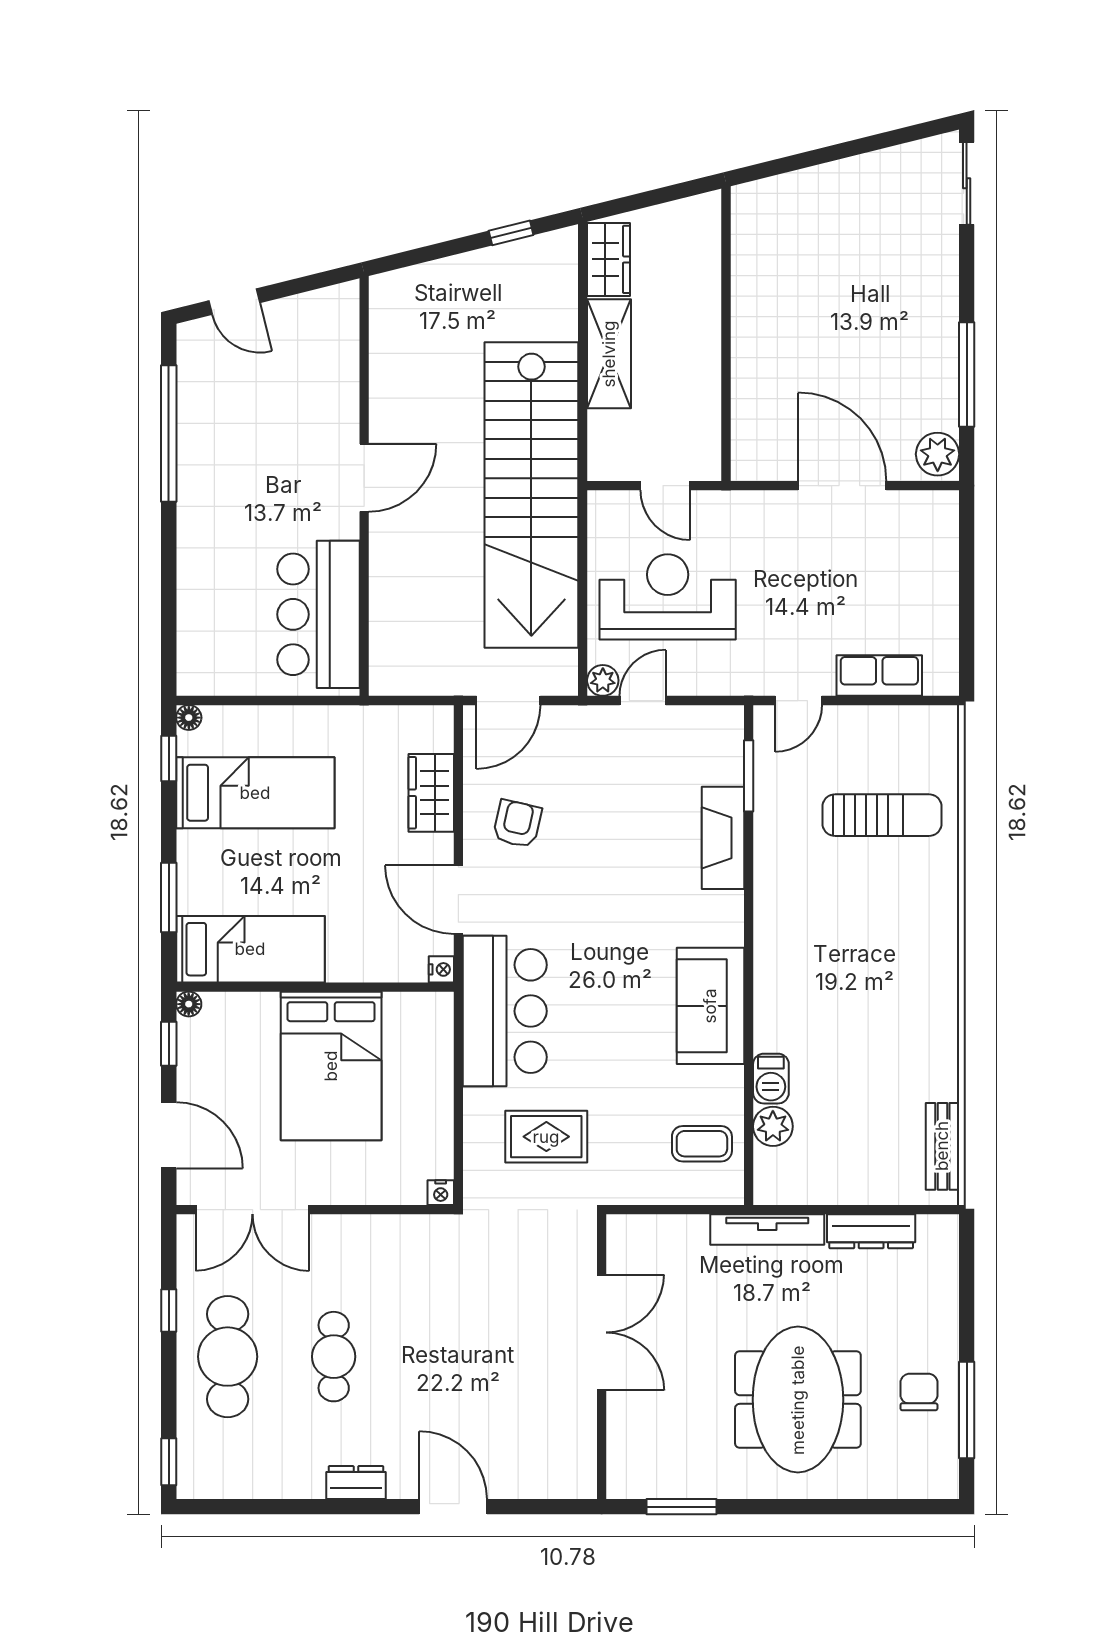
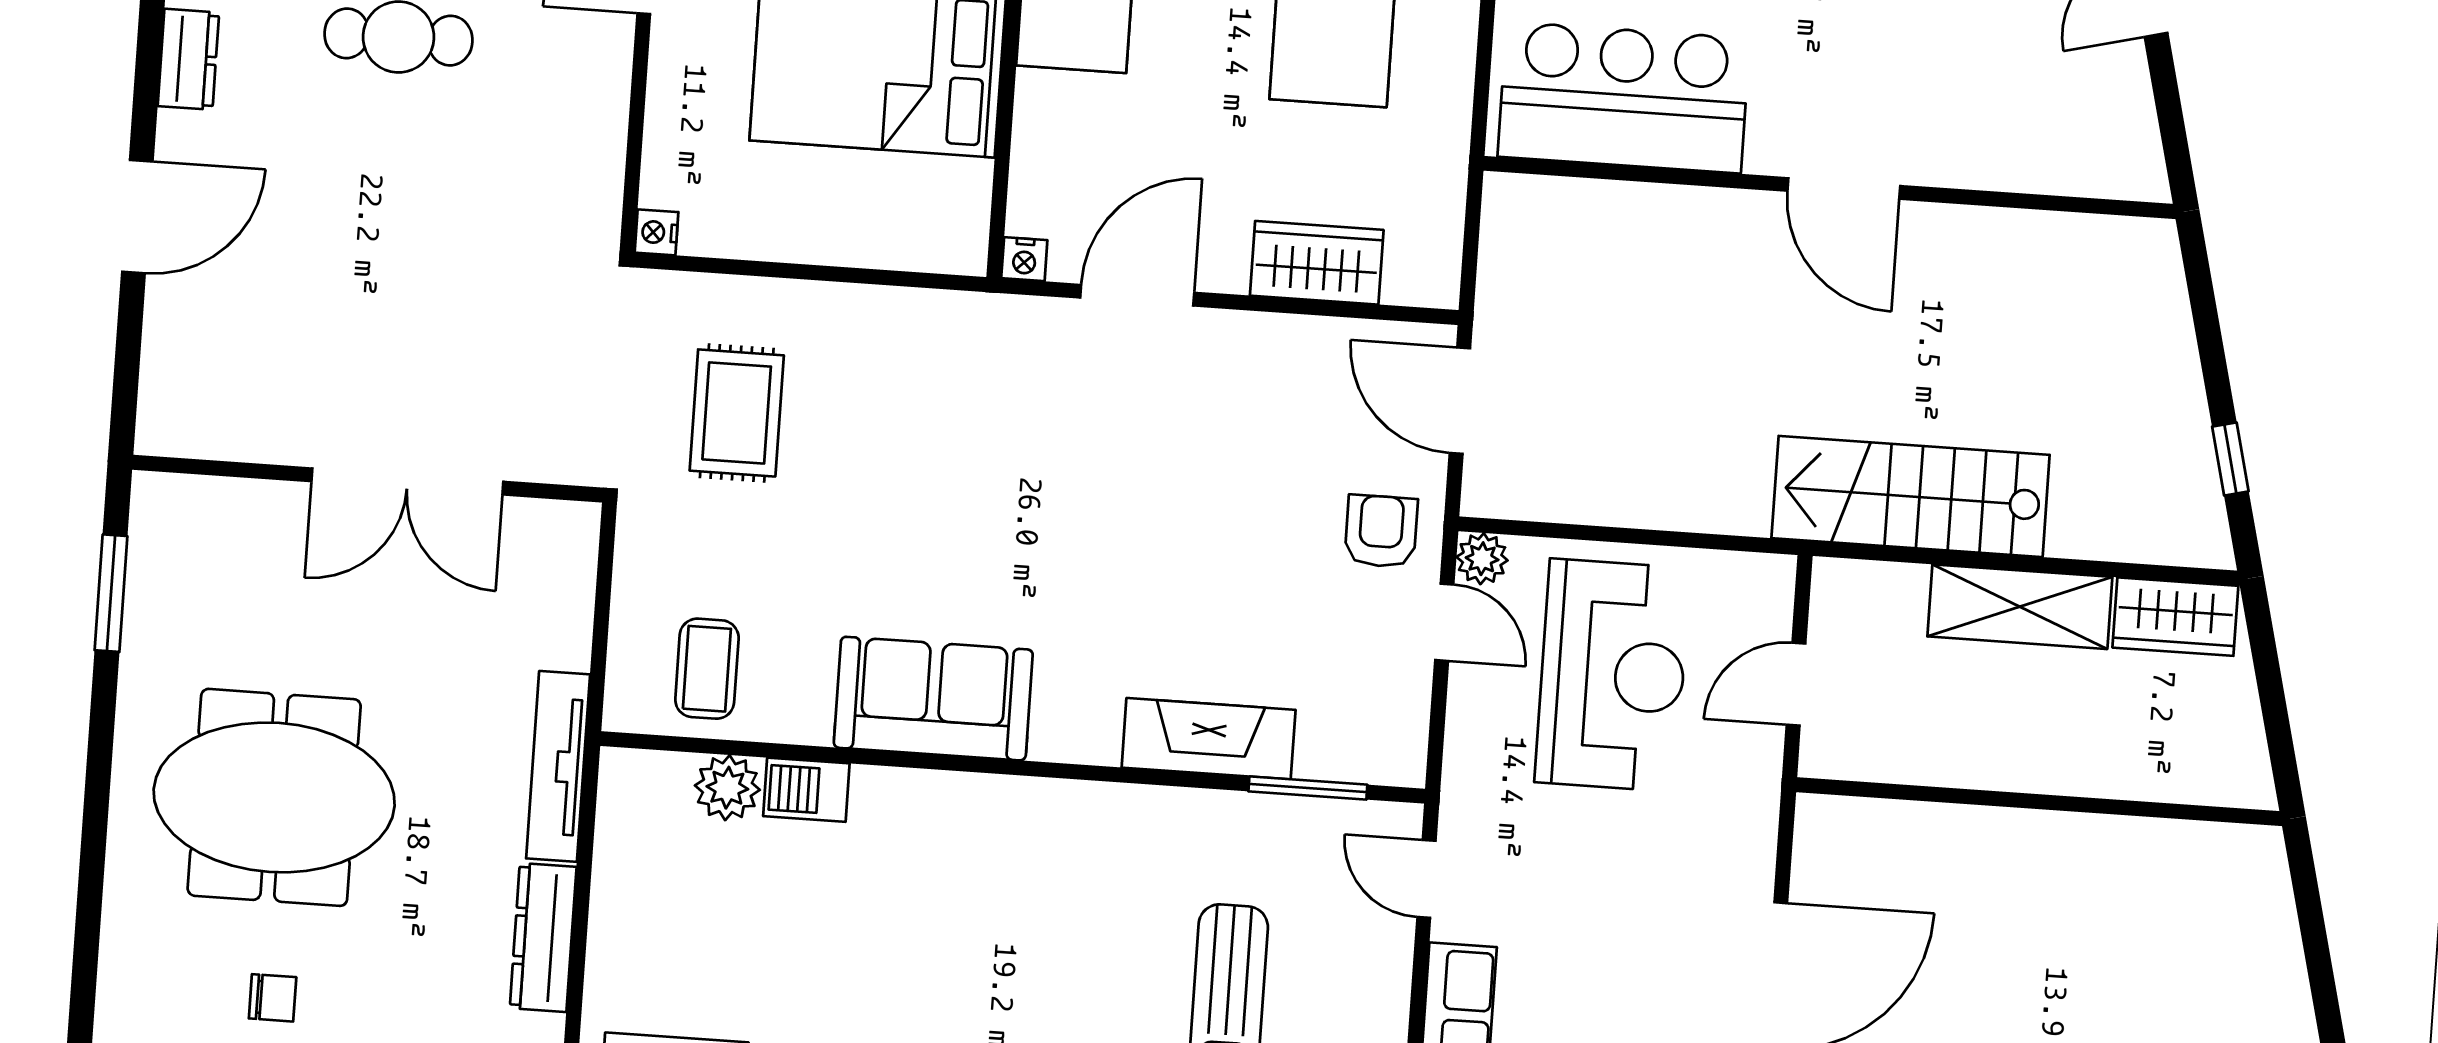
stairs: (531, 495) -> (1911, 496), width x0.54, depth x0.66
armchair: (517, 824) -> (1381, 531), moved, turned -103
bar counter: (505, 1011) -> (948, 359), removed
chair: (919, 1392) -> (273, 998), width x0.73, depth x0.73

